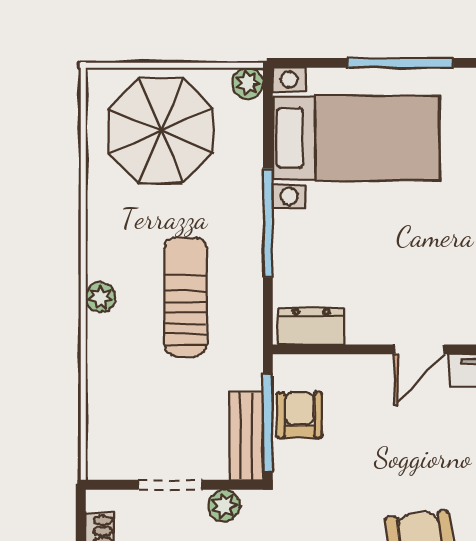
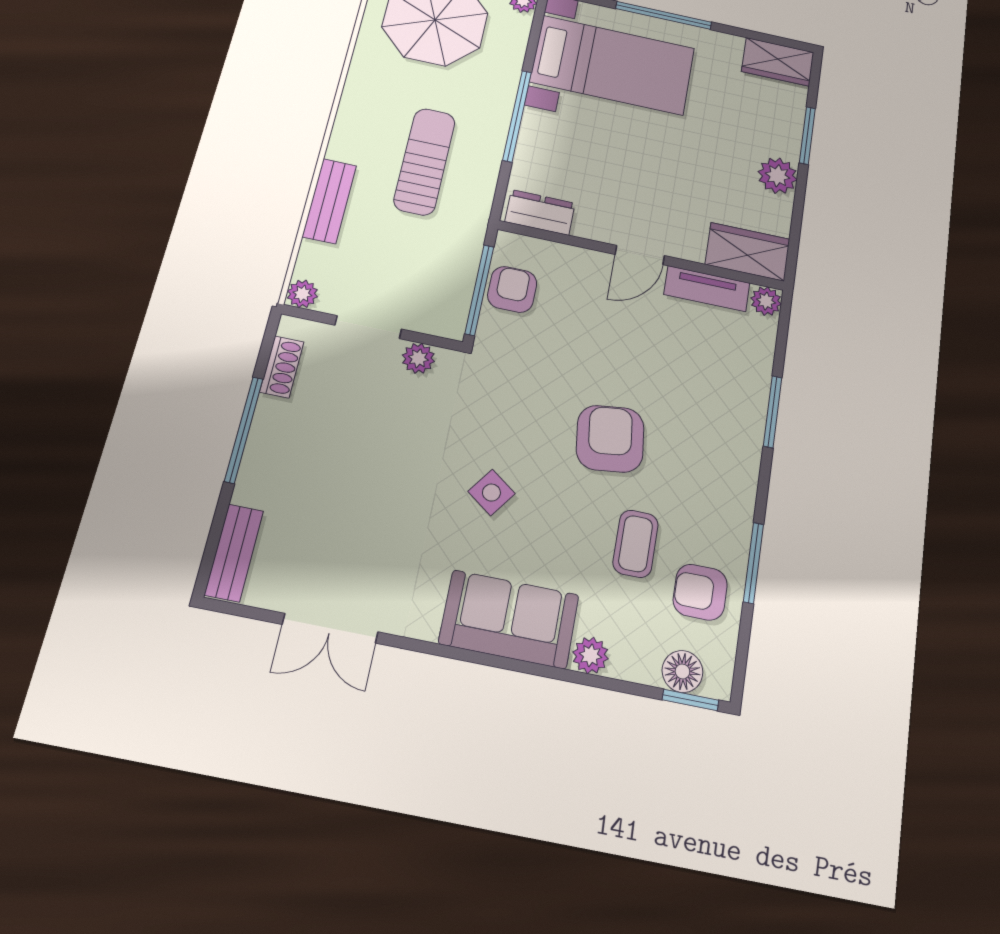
plant: (101, 297) -> (302, 294), moved
bench: (246, 436) -> (329, 201), moved

